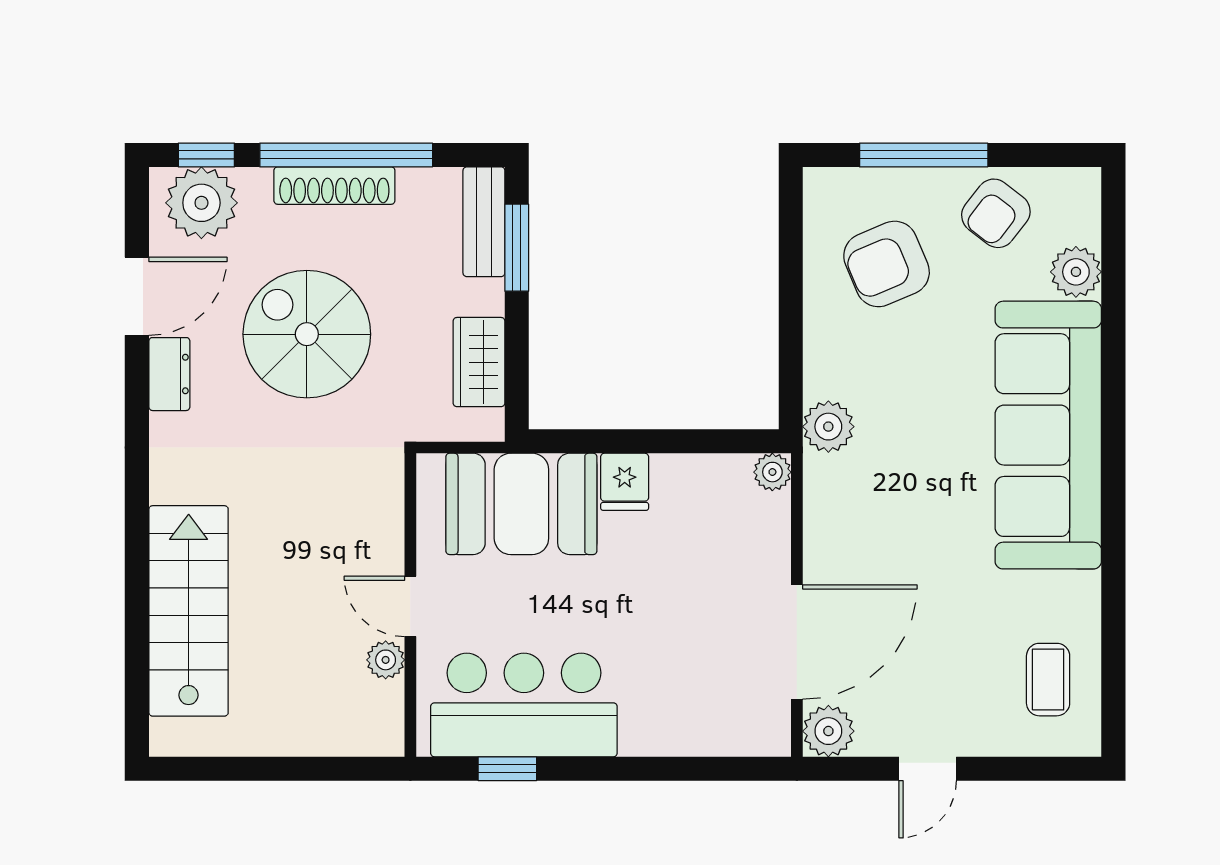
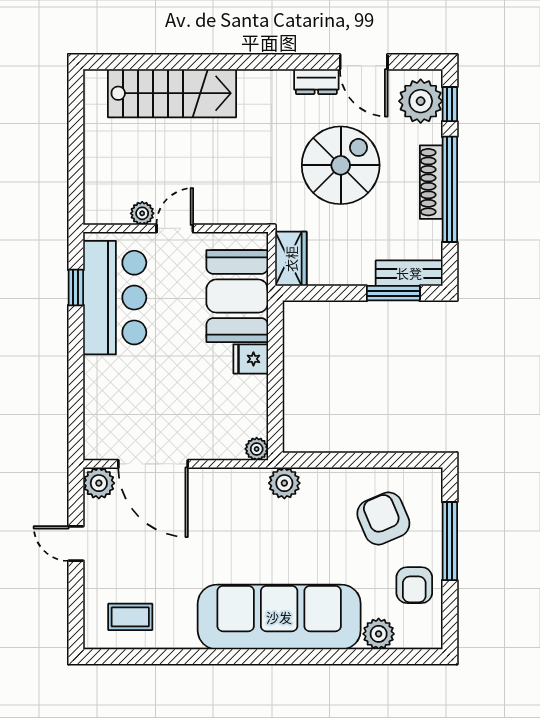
armchair: (996, 213) -> (414, 585), turned -128
wardrobe: (479, 362) -> (291, 259), moved, turned 90

